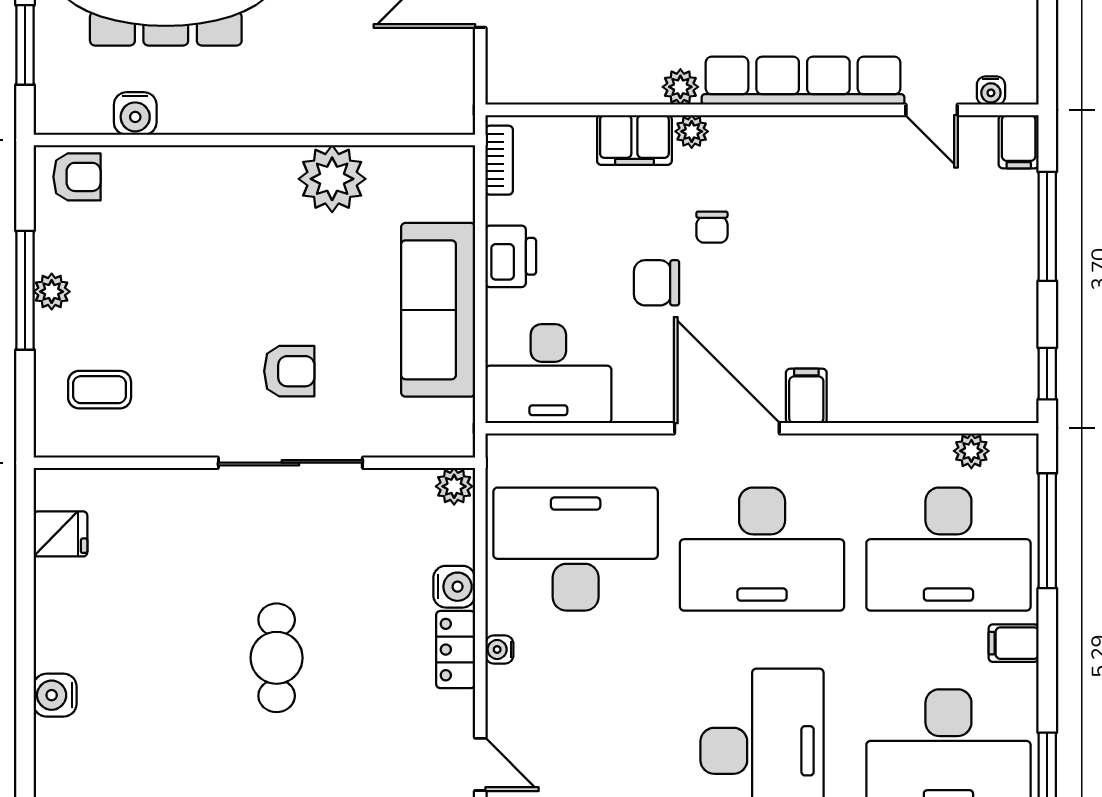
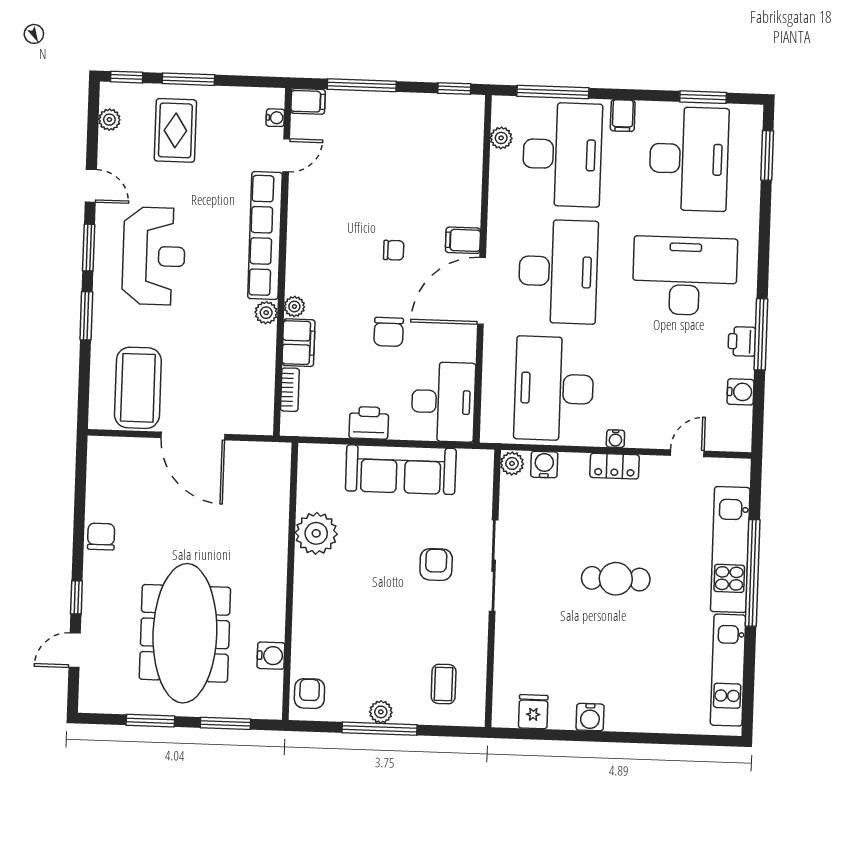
bookcase: (499, 160) -> (290, 390), moved, turned 90
chair: (712, 227) -> (394, 250), moved
water cooler: (454, 587) -> (544, 465), moved
water cooler: (55, 695) -> (590, 717), moved

